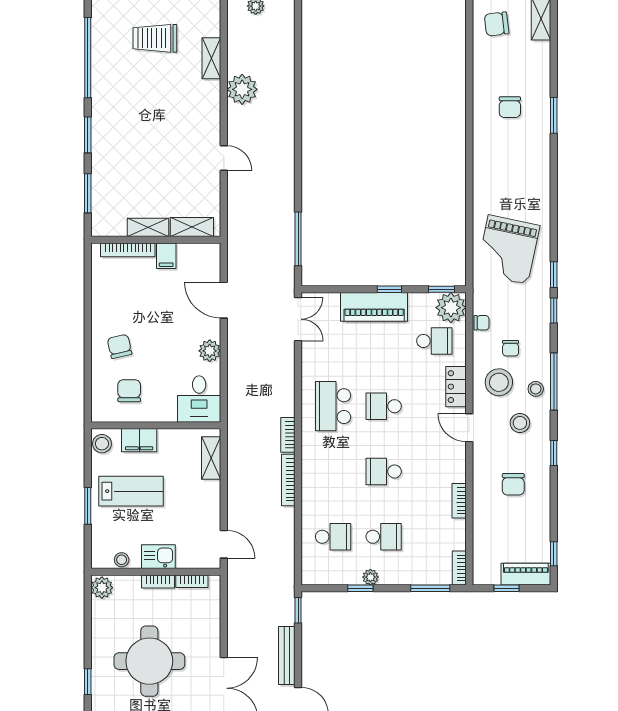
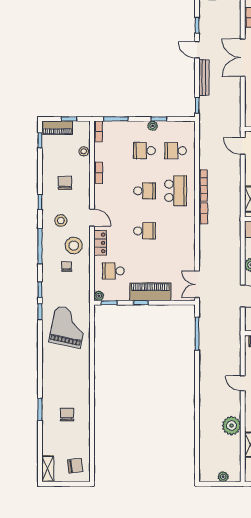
plant: (451, 308) -> (99, 296), width x0.53, depth x0.53
chair: (481, 323) -> (84, 282), removed
stool: (536, 389) -> (84, 151), moved
school desk: (333, 406) -> (176, 191), moved

